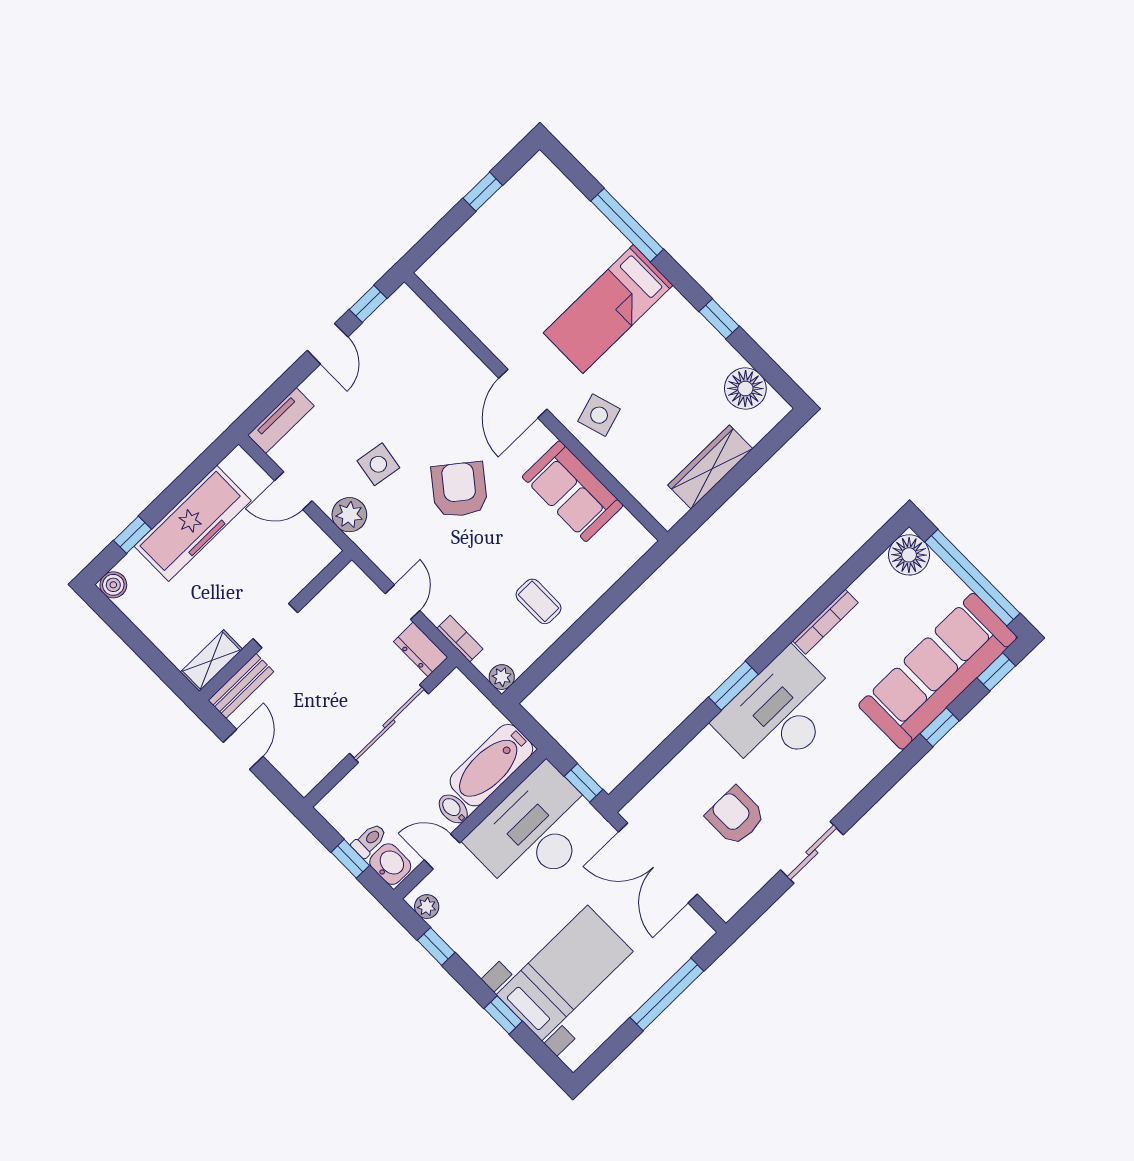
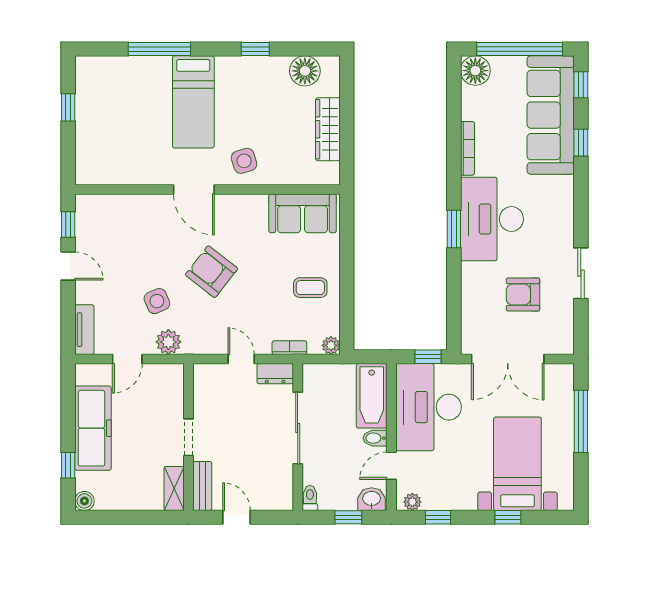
side table: (378, 464) -> (157, 301), turned -32
sofa: (573, 491) -> (303, 213), moved
toilet: (369, 840) -> (310, 498), moved

